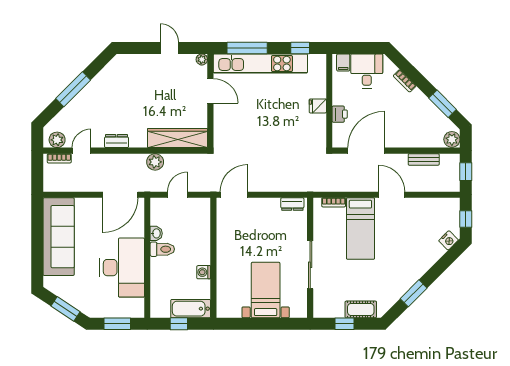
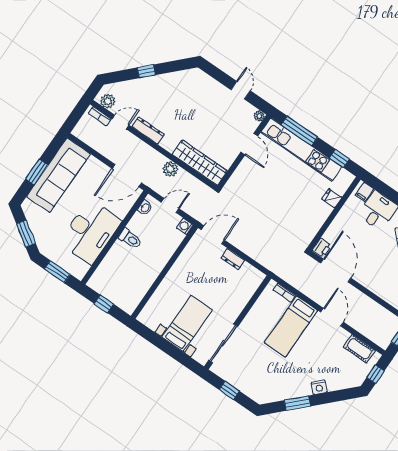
window: (73, 89) -> (146, 71), width x0.46
fridge: (318, 106) -> (332, 198), moved
printer: (340, 114) -> (322, 248), moved
dresser: (117, 141) -> (148, 130), width x1.44
door: (366, 151) -> (336, 271), hinge flipped
bench: (424, 159) -> (375, 307), removed
dresser: (292, 204) -> (233, 259), moved
washbasin: (156, 233) -> (145, 208), moved
nightstand: (449, 240) -> (319, 387), moved
window: (37, 247) -> (37, 172), added
sliding door: (310, 265) -> (223, 343), moved
washing machine: (204, 272) -> (185, 226), moved
bathtub: (191, 309) -> (121, 299), removed
cot: (361, 309) -> (359, 349), moved

